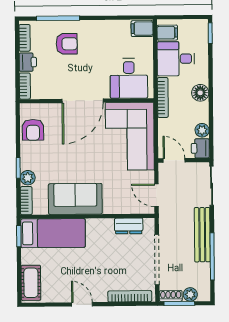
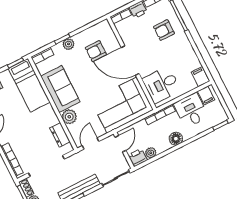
armchair: (67, 44) -> (164, 30), turned 90
armchair: (33, 130) -> (96, 51), moved
plant: (28, 178) -> (68, 44), moved
plant: (113, 205) -> (69, 117), added

